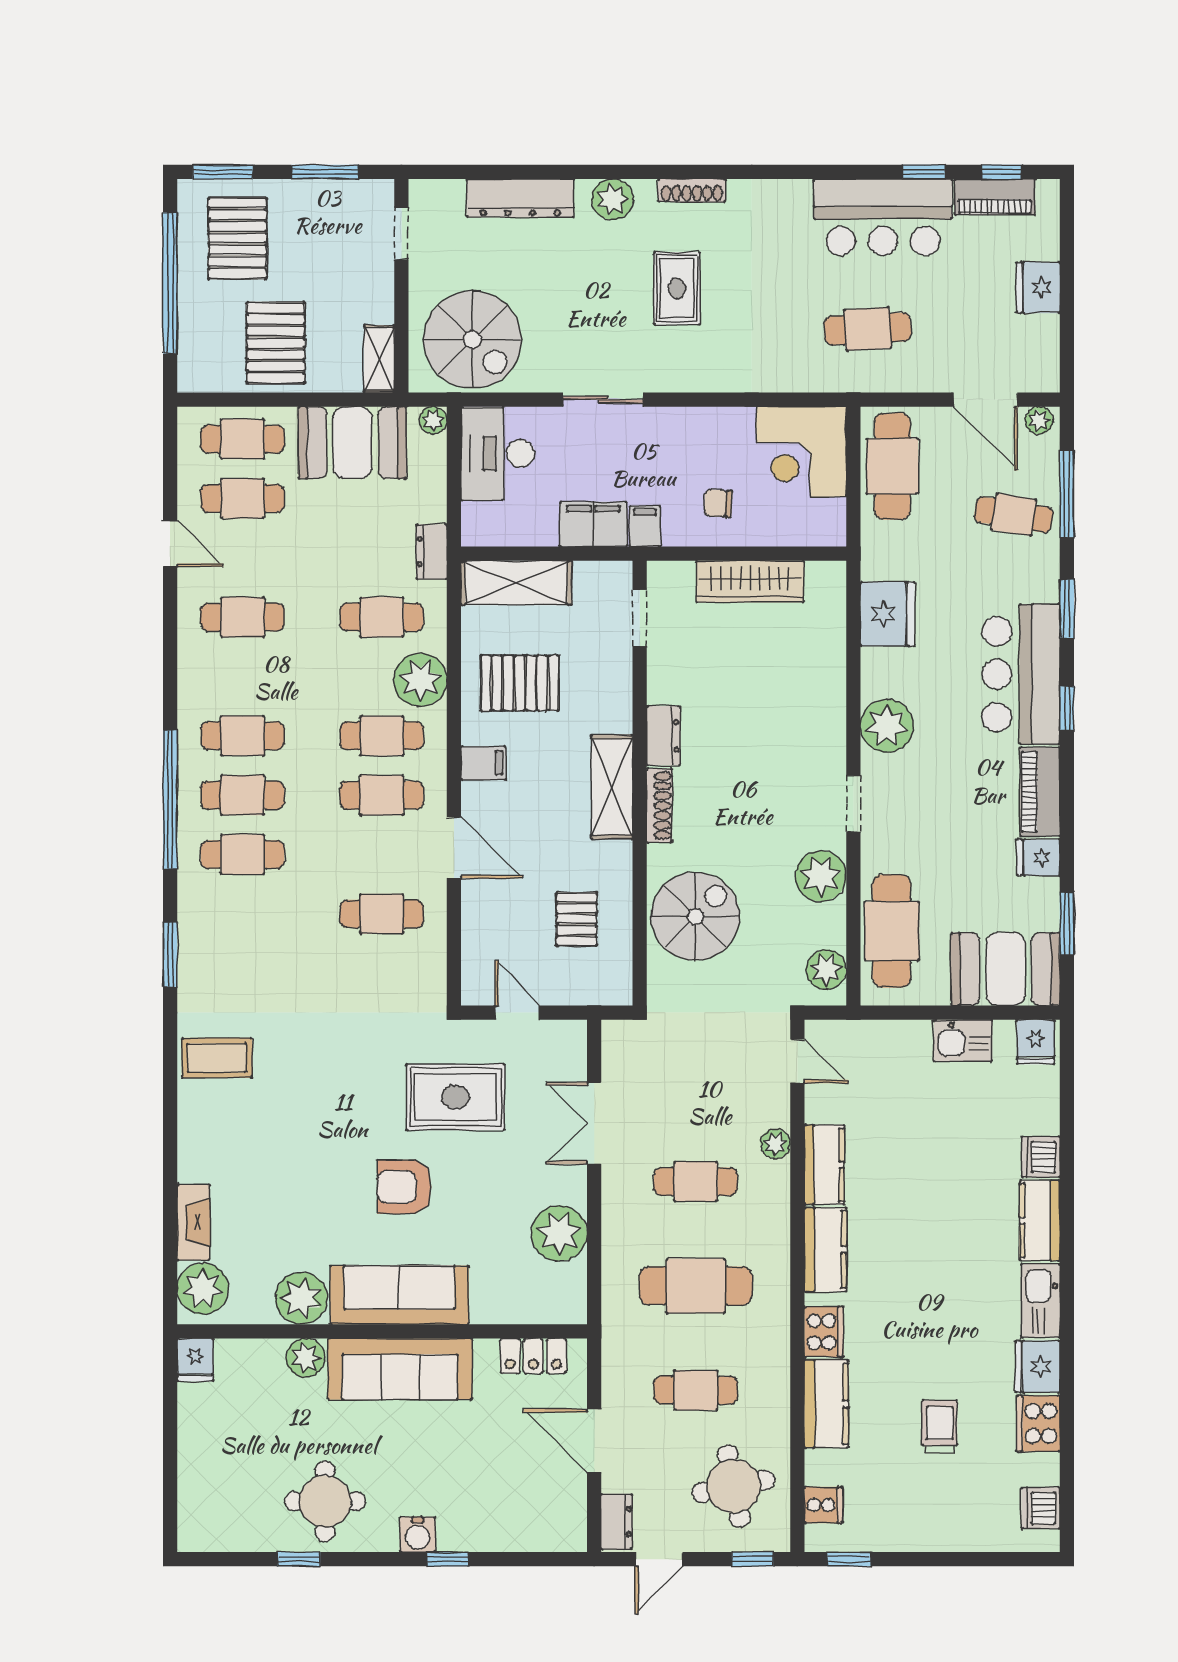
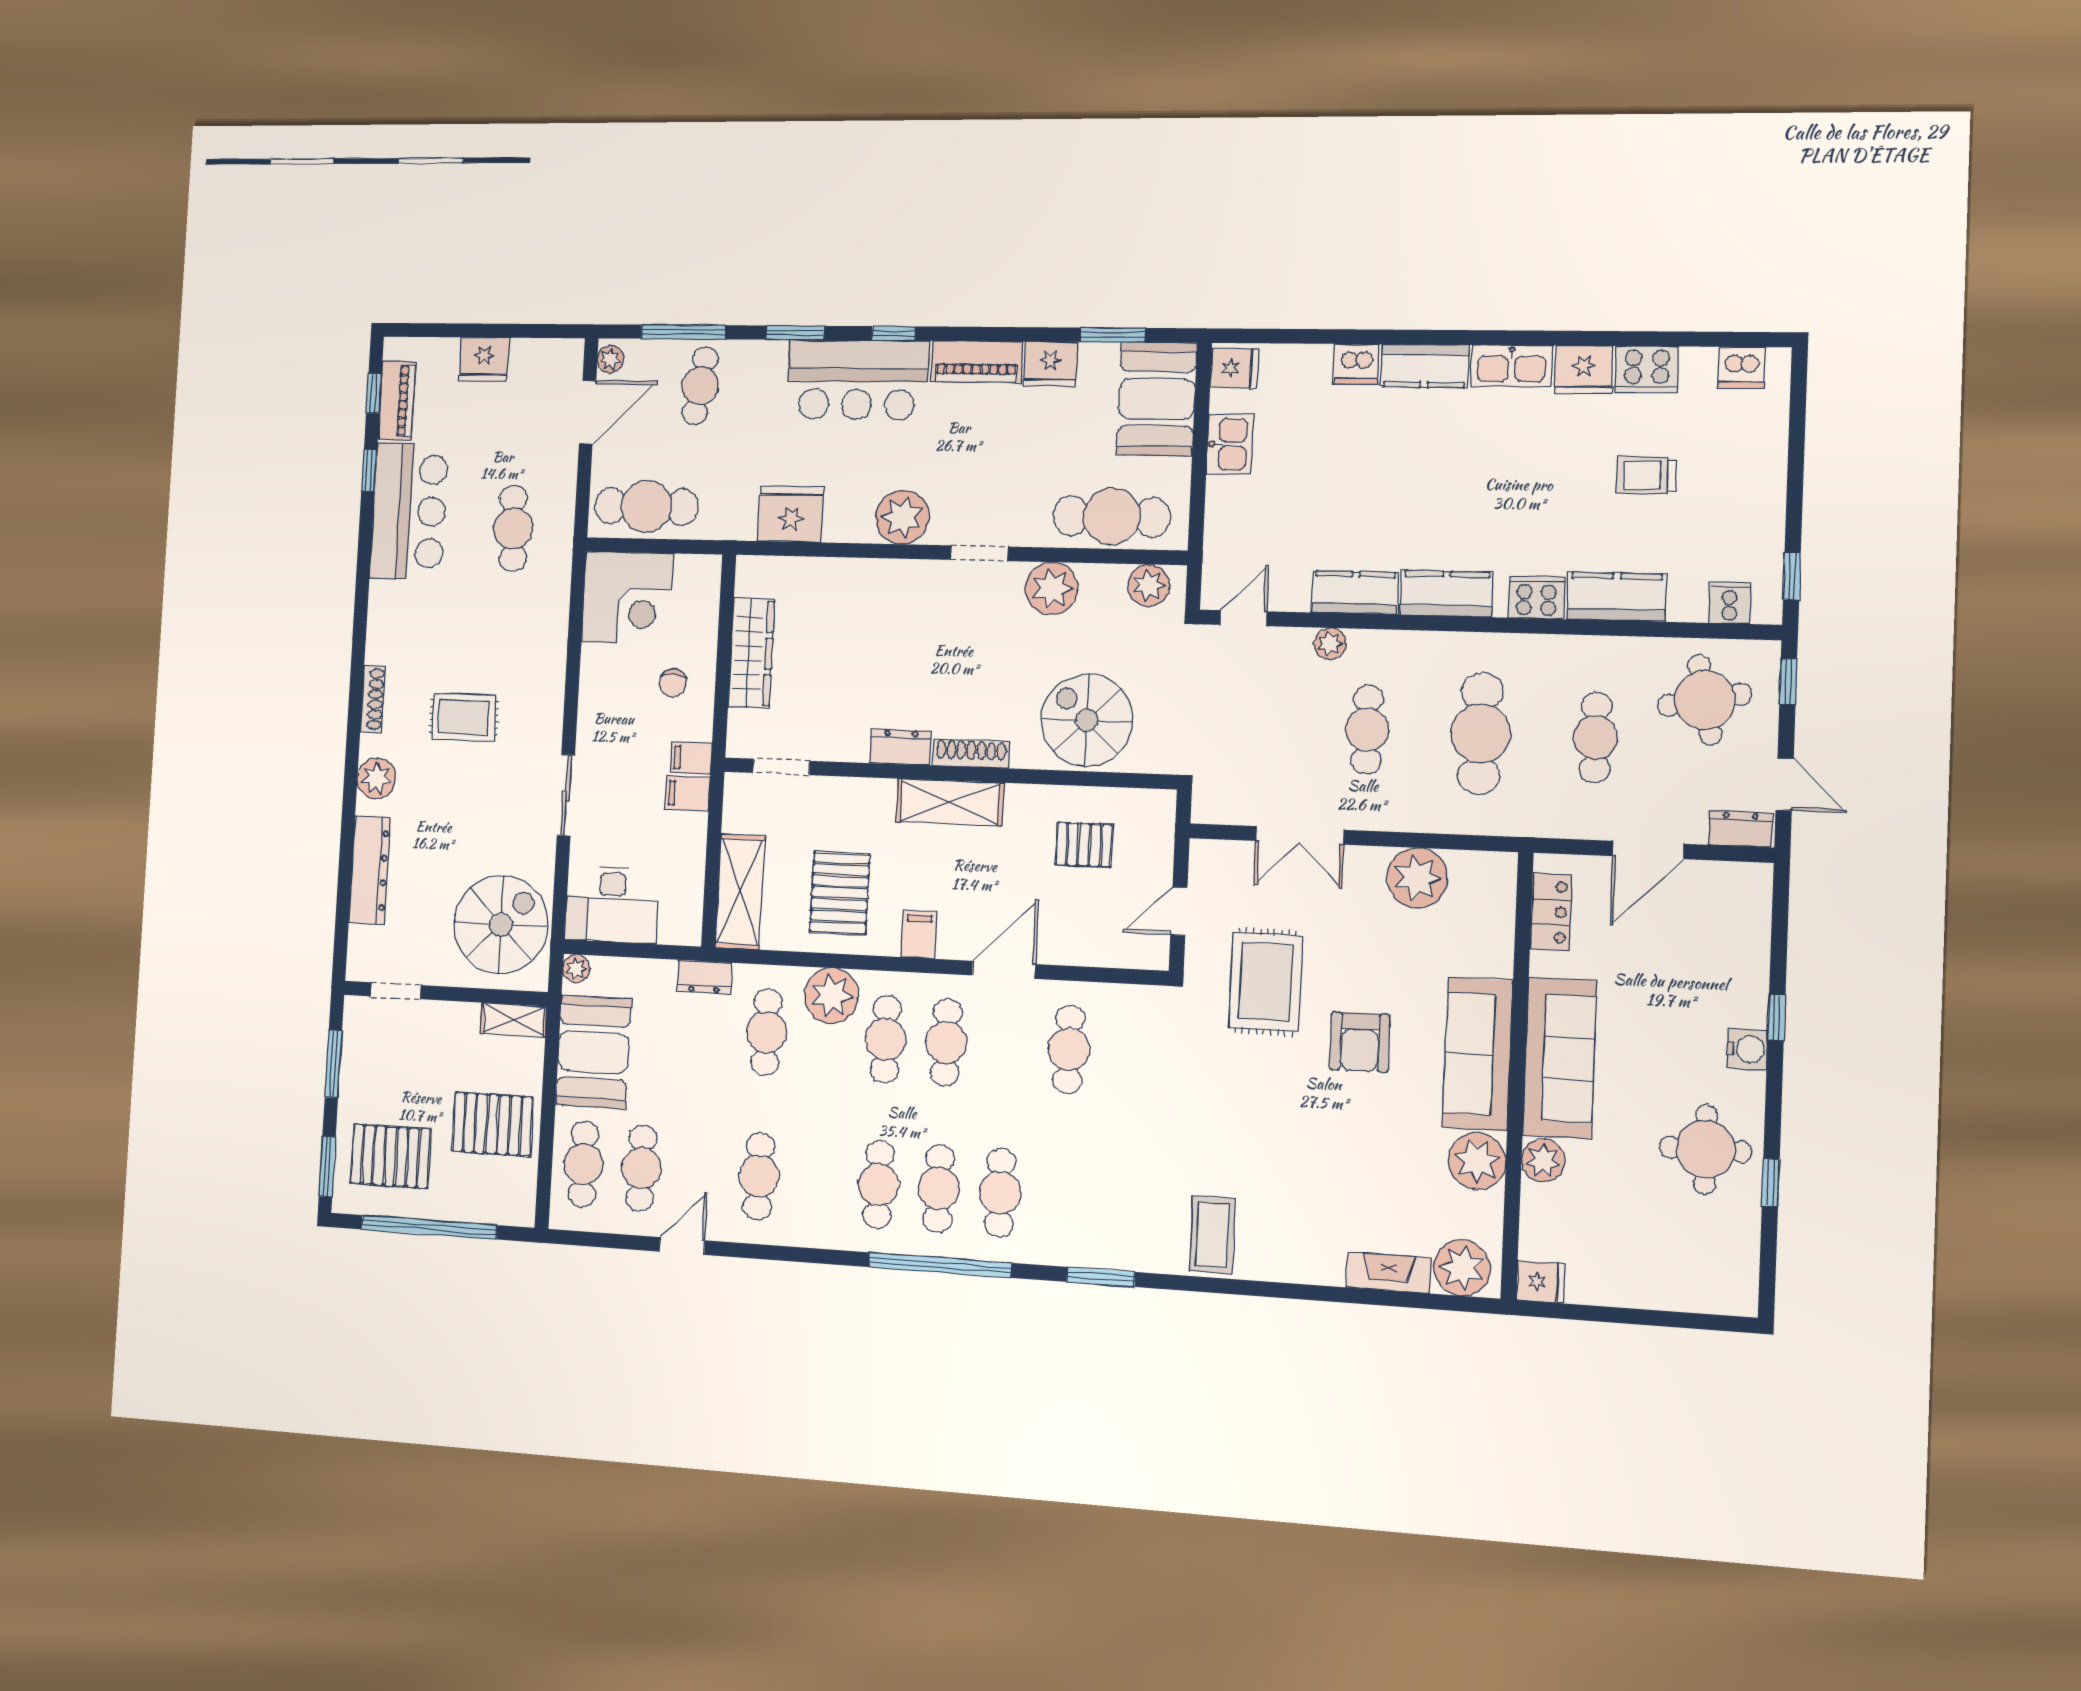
filing cabinet: (593, 524) -> (687, 793), width x0.50
fridge: (1038, 857) -> (1050, 364), width x1.38

